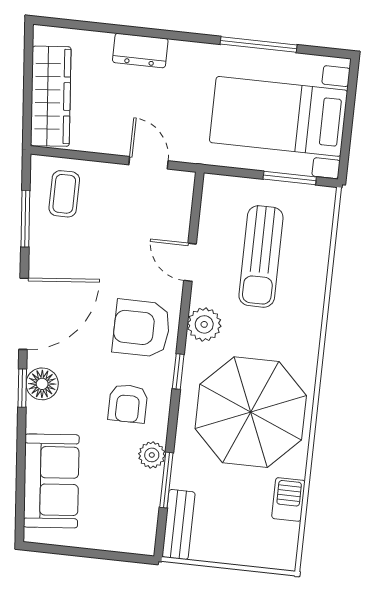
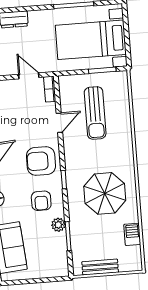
bookcase: (184, 195) -> (50, 89), added
door: (190, 262) -> (59, 123), swing flipped
plant: (204, 324) -> (73, 153), removed
parasol: (251, 412) -> (105, 193), width x0.73, depth x0.73
bench: (178, 524) -> (100, 267), moved, turned 90

